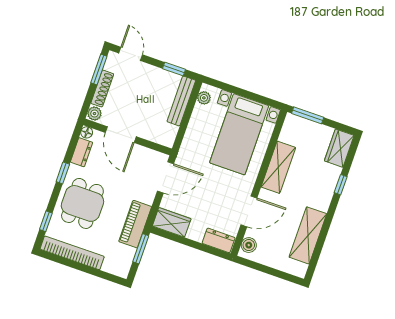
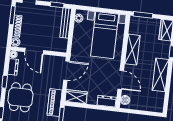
door: (249, 211) -> (121, 80), hinge flipped
shelving: (308, 235) -> (160, 75), moved

